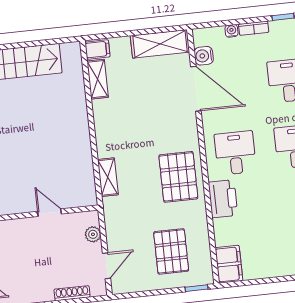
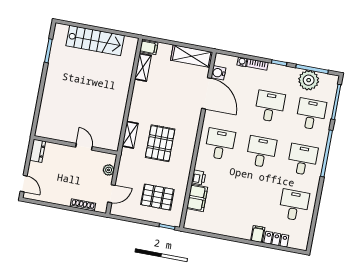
pallet: (178, 177) -> (160, 143), moved
printer: (223, 199) -> (199, 177), width x0.53, depth x0.68
pallet: (171, 251) -> (157, 197), turned 90
filing cabinet: (229, 264) -> (197, 198), moved

